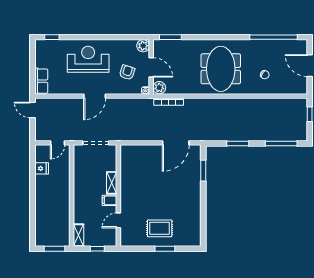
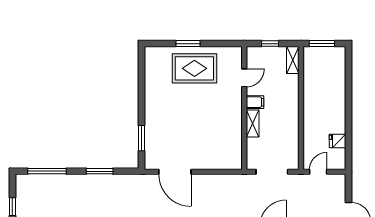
door: (176, 143) -> (175, 172), swing flipped
rug: (160, 228) -> (194, 68), width x1.36, depth x1.43

